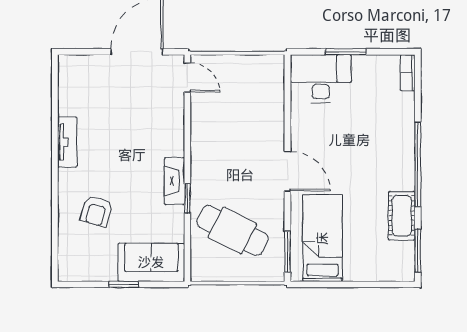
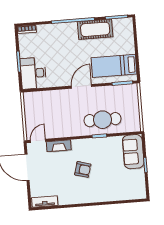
tv unit: (67, 142) -> (45, 202), moved
fireplace: (174, 181) -> (59, 146), moved
armchair: (97, 211) -> (83, 169), moved
cot: (402, 216) -> (95, 29), width x1.37, depth x1.34
cafe table: (232, 230) -> (103, 120), moved, turned 63

